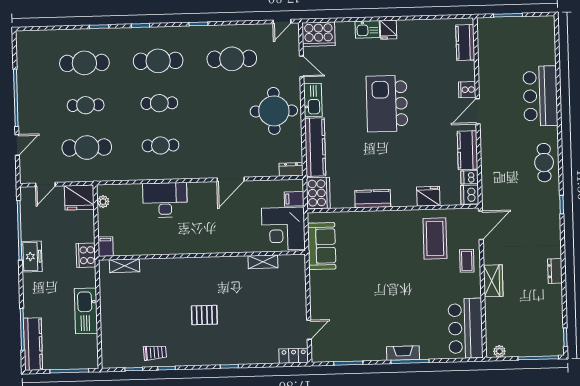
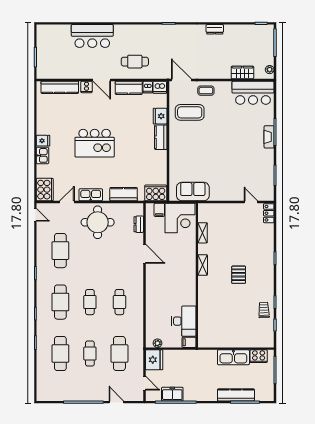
kitchen counter: (465, 42) -> (60, 87), width x1.50
kitchen counter: (315, 147) -> (124, 194), width x0.67
cafe table: (544, 163) -> (135, 62), moved
dresser: (291, 169) -> (139, 224), moved
kitchen counter: (373, 199) -> (161, 137), moved
desk: (165, 200) -> (184, 321), moved, turned 180
cooker: (86, 255) -> (259, 356), moved
freezer: (32, 257) -> (172, 394), moved
shelving: (124, 266) -> (203, 265), moved
wardrobe: (493, 281) -> (242, 73), moved
kitchen counter: (33, 344) -> (236, 395), moved

